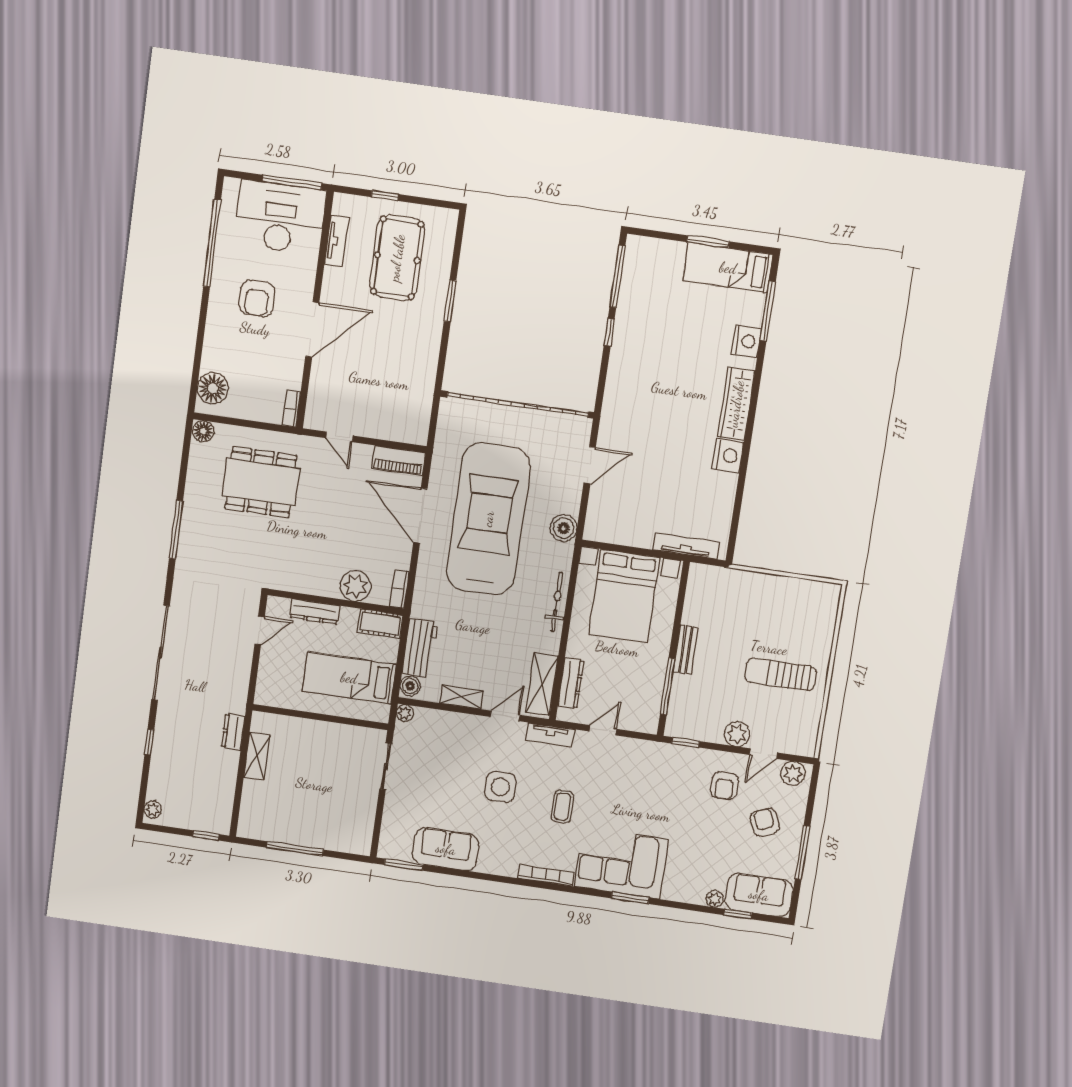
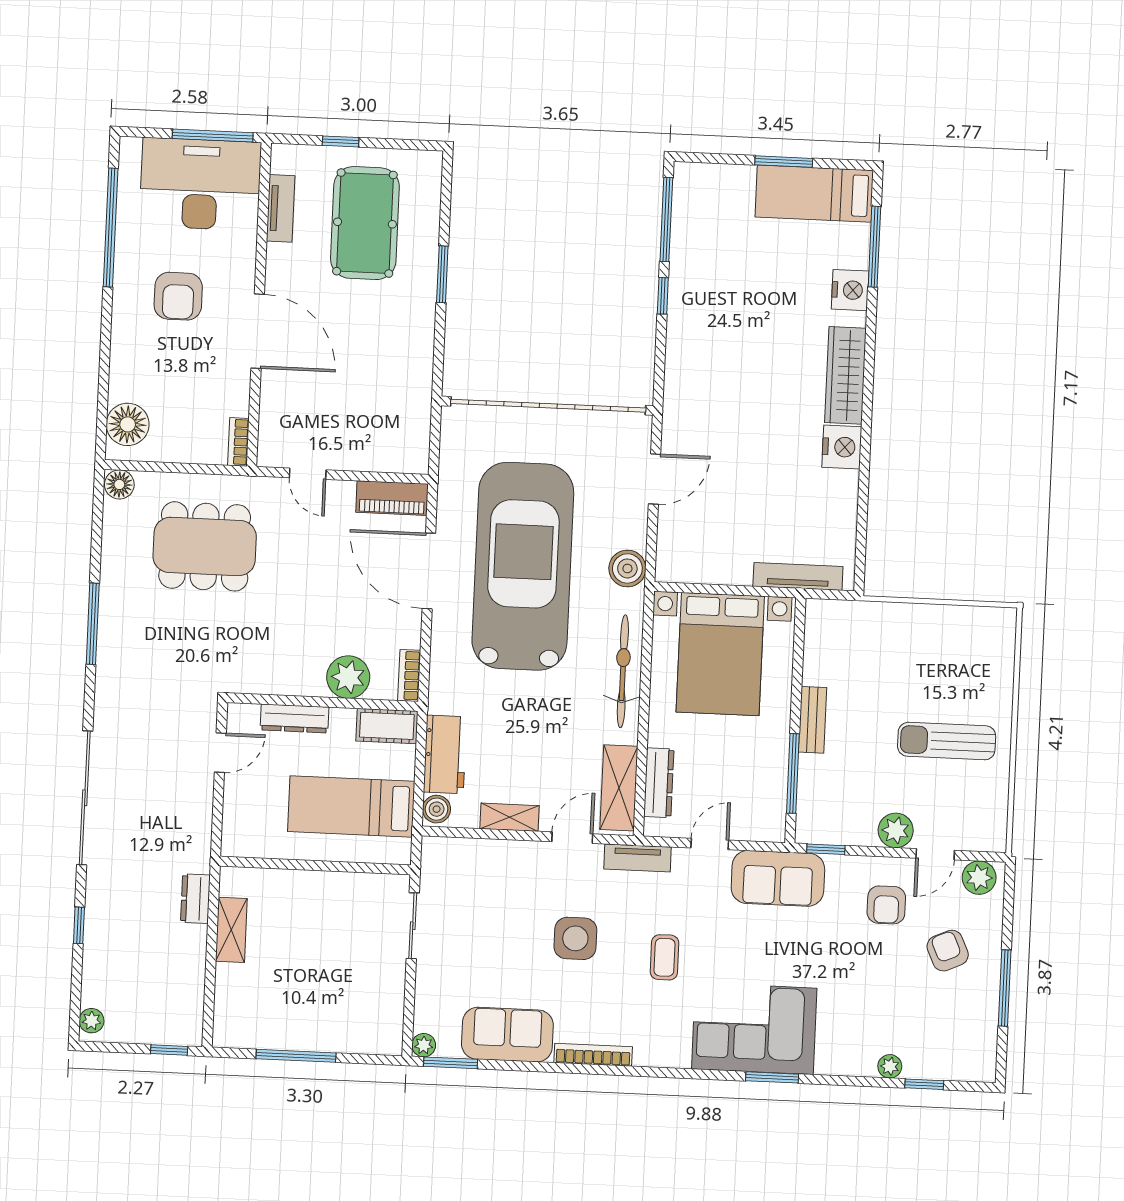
door: (312, 330) -> (258, 331), hinge flipped
bicycle: (557, 602) -> (623, 671), width x1.37, depth x1.40
plant: (405, 713) -> (424, 1045), moved
bookcase: (546, 875) -> (593, 1055), moved
sofa: (759, 895) -> (778, 878), moved, turned 180

